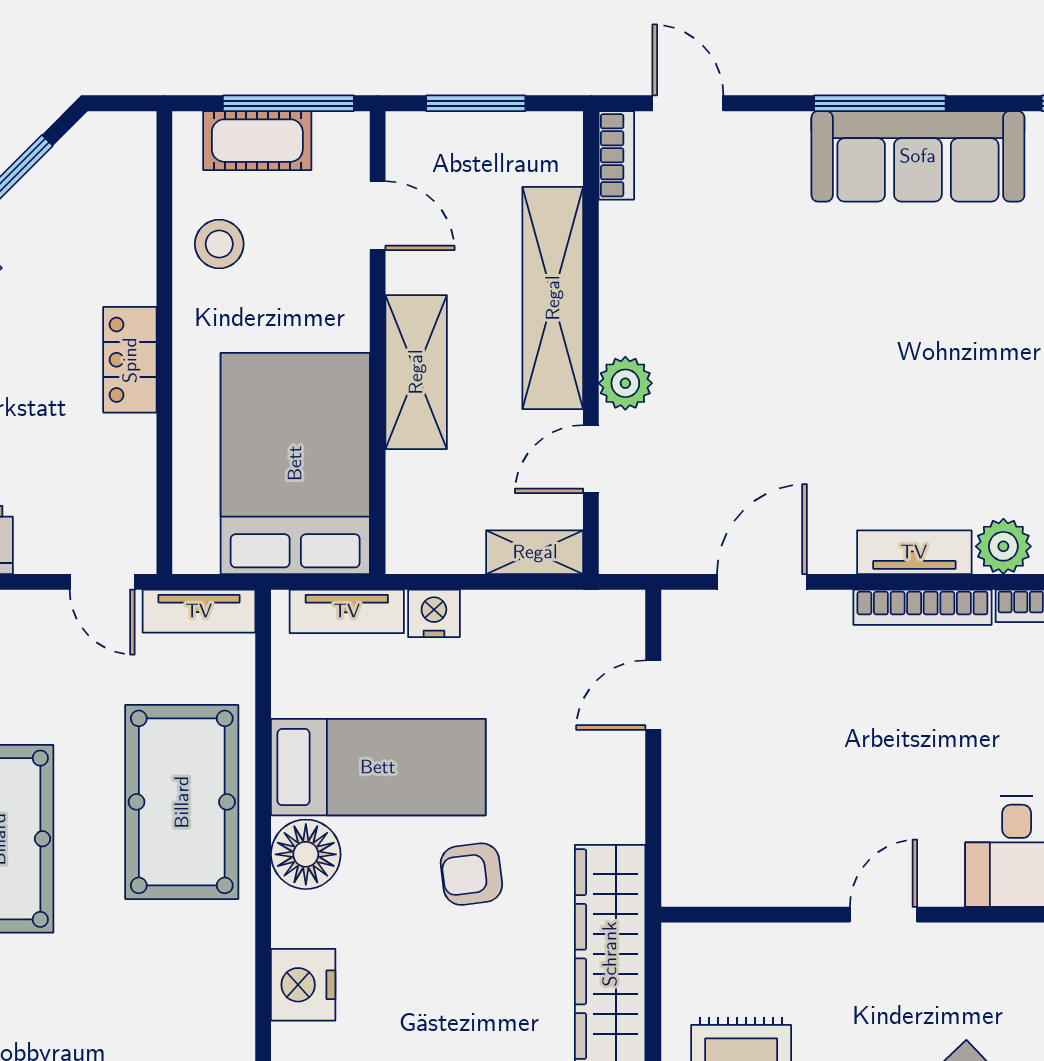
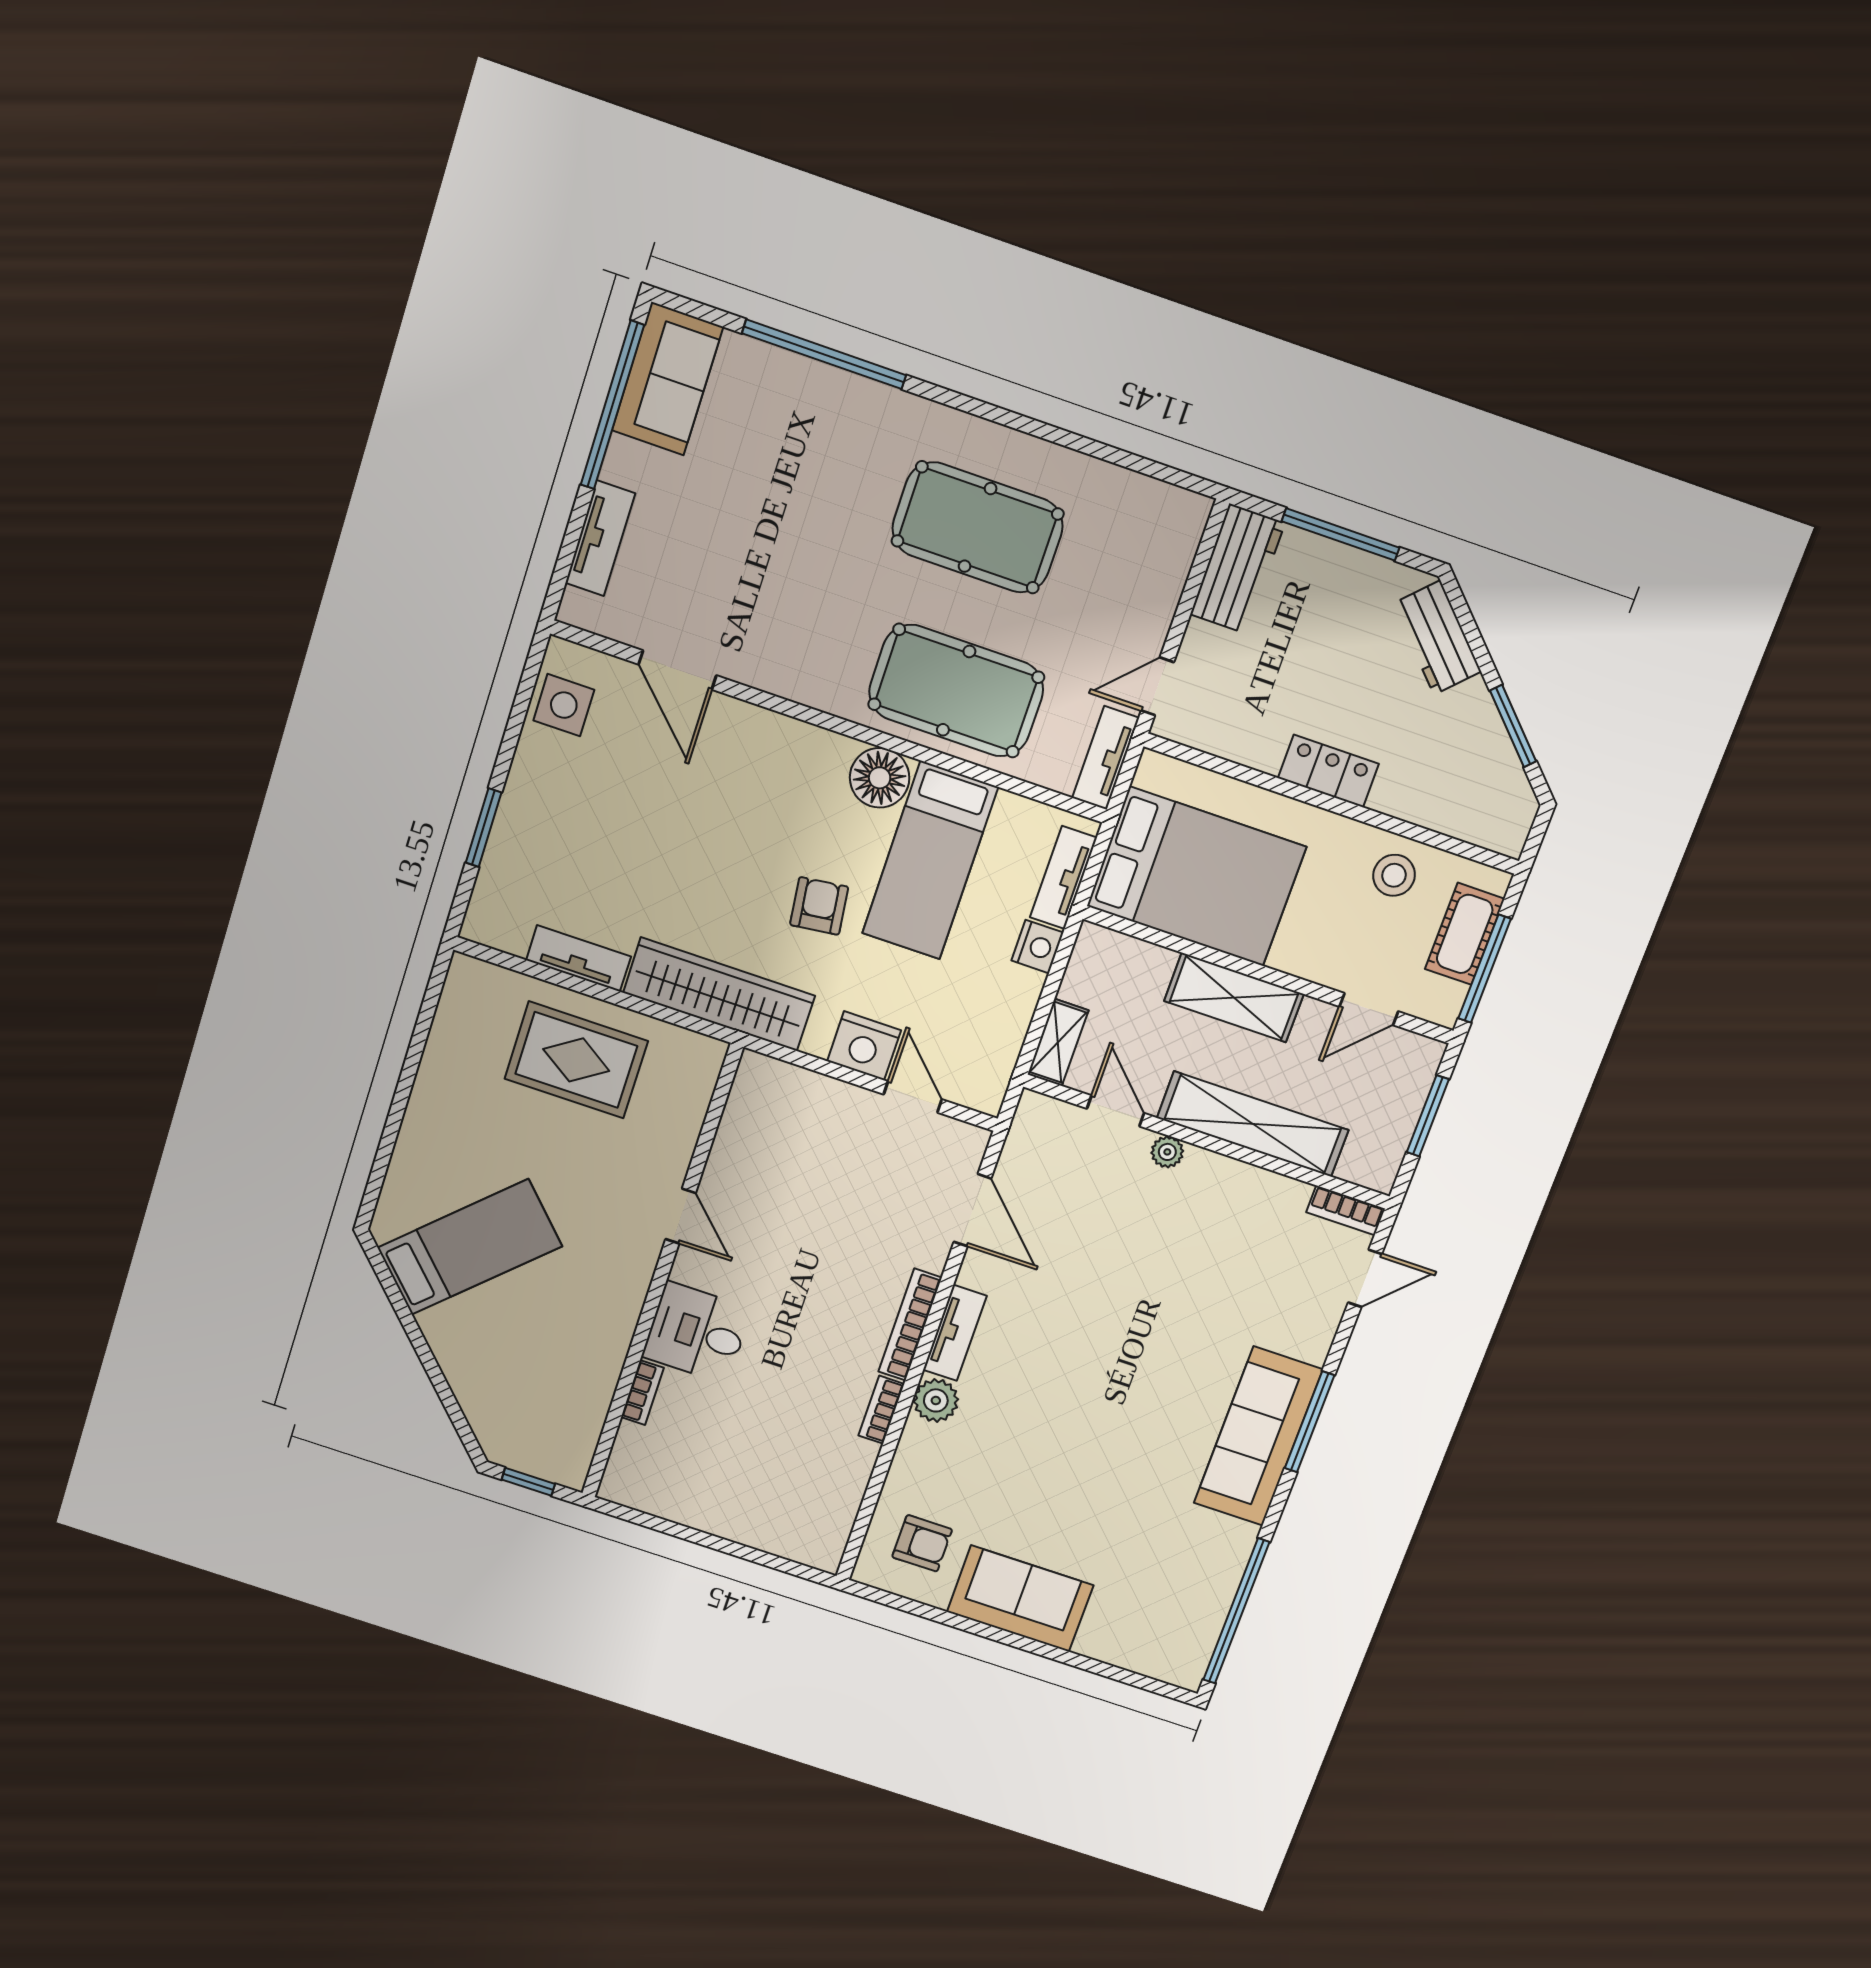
plant: (625, 383) -> (1167, 1152), width x0.73, depth x0.73
nightstand: (303, 985) -> (864, 1046), moved, turned 180

